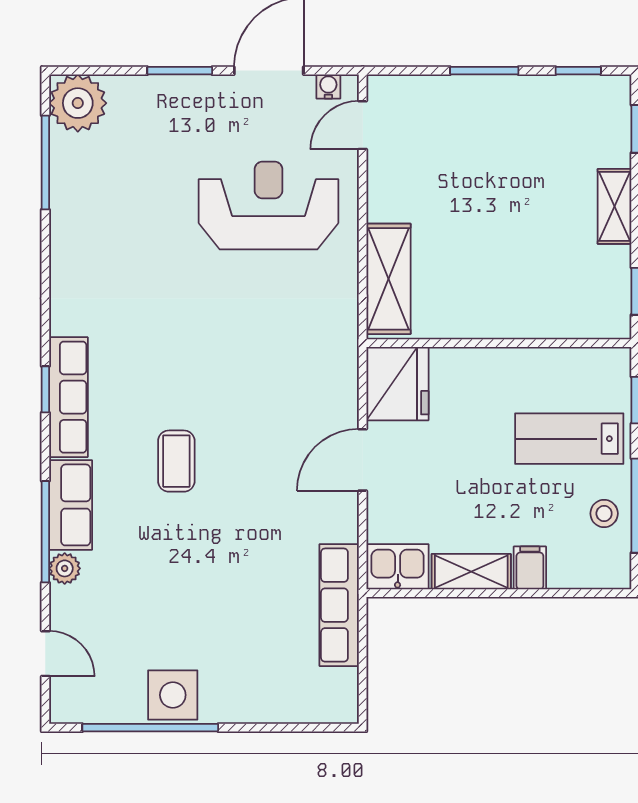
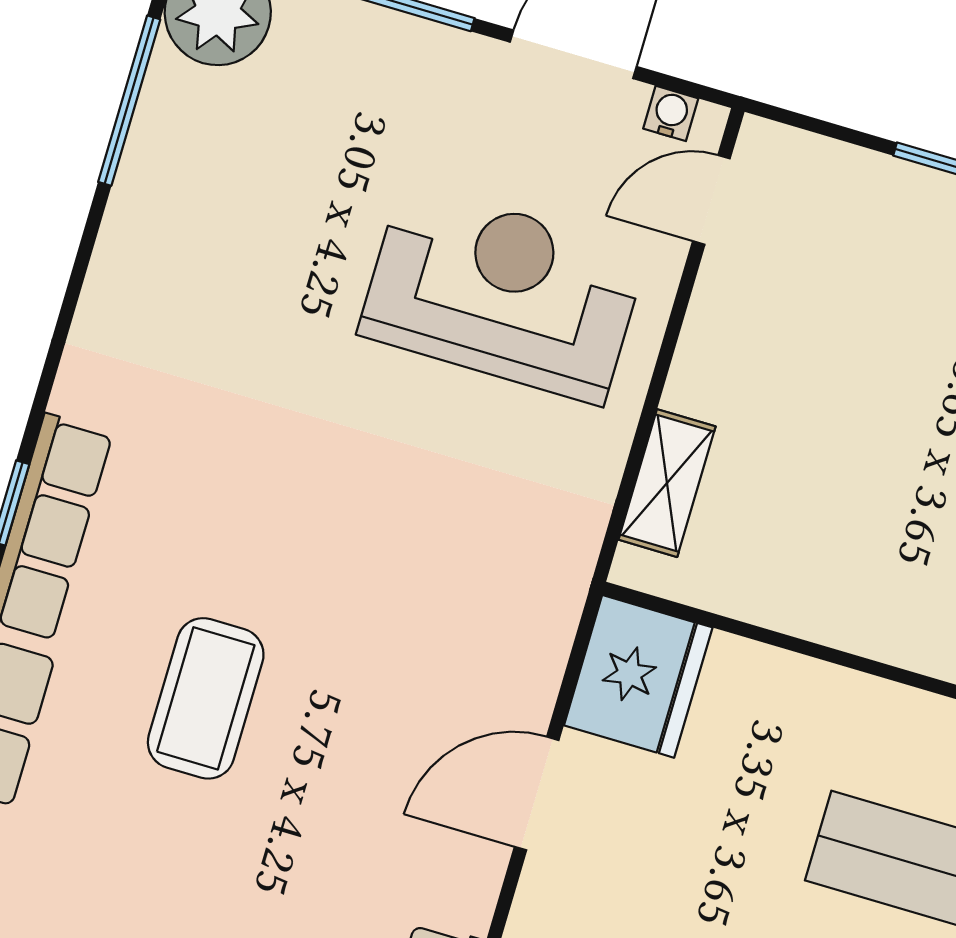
shelving: (388, 279) -> (667, 483), width x0.67, depth x0.75
coffee table: (176, 461) -> (206, 698), width x1.36, depth x1.30

